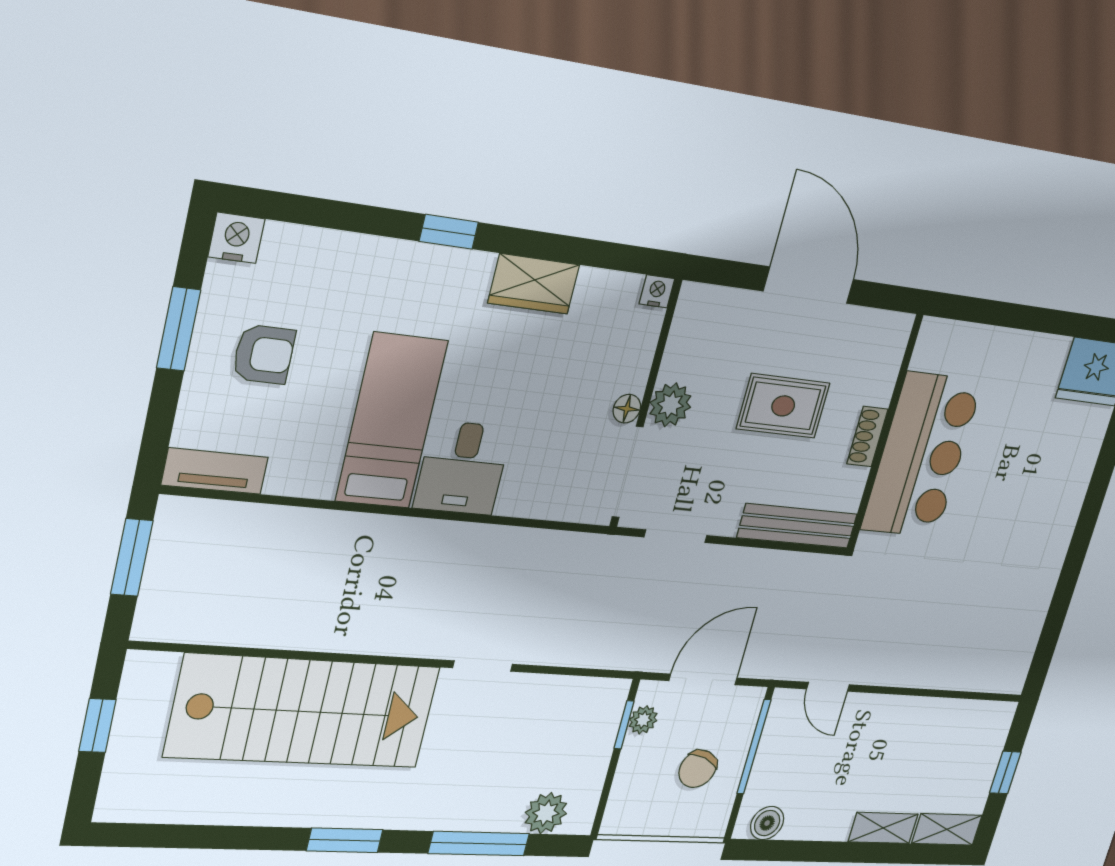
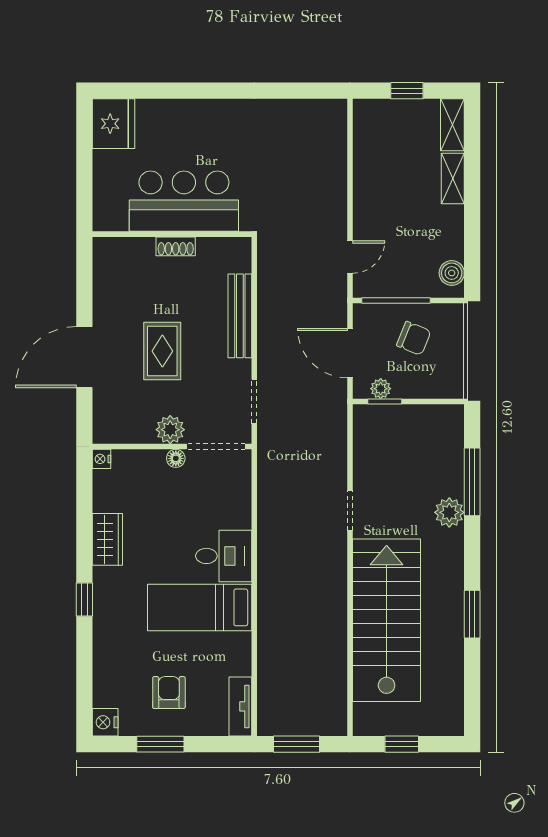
wall: (885, 433) -> (172, 234), moved
shoe rack: (867, 437) -> (176, 246), moved
bar counter: (922, 455) -> (184, 201), moved
plant: (546, 813) -> (449, 512), moved
window: (345, 840) -> (472, 614), moved

